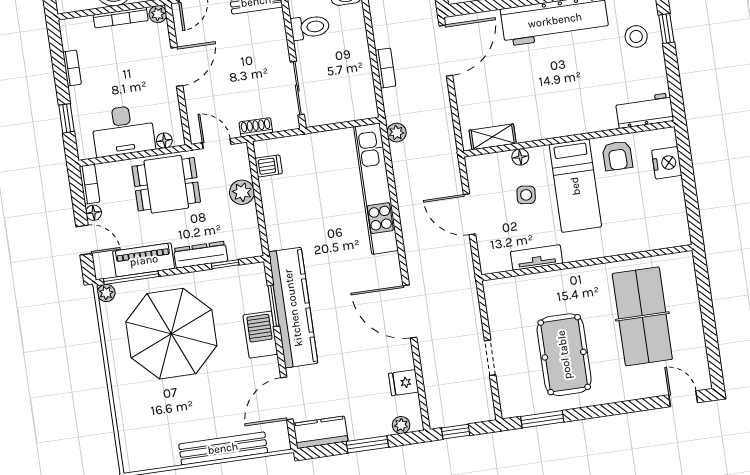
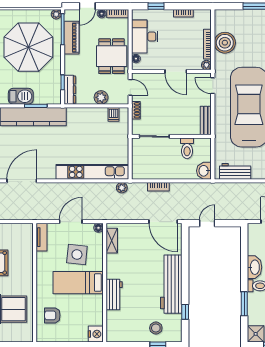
workbench: (645, 111) -> (114, 295), moved
door: (217, 144) -> (130, 87), hinge flipped
armchair: (617, 156) -> (52, 315), moved
floor lamp: (520, 157) -> (98, 228), moved
nightstand: (667, 163) -> (96, 334), moved, turned -90
side table: (526, 195) -> (77, 254), width x1.87, depth x1.87
dresser: (201, 255) -> (70, 90), moved
tv unit: (537, 257) -> (41, 237), moved

